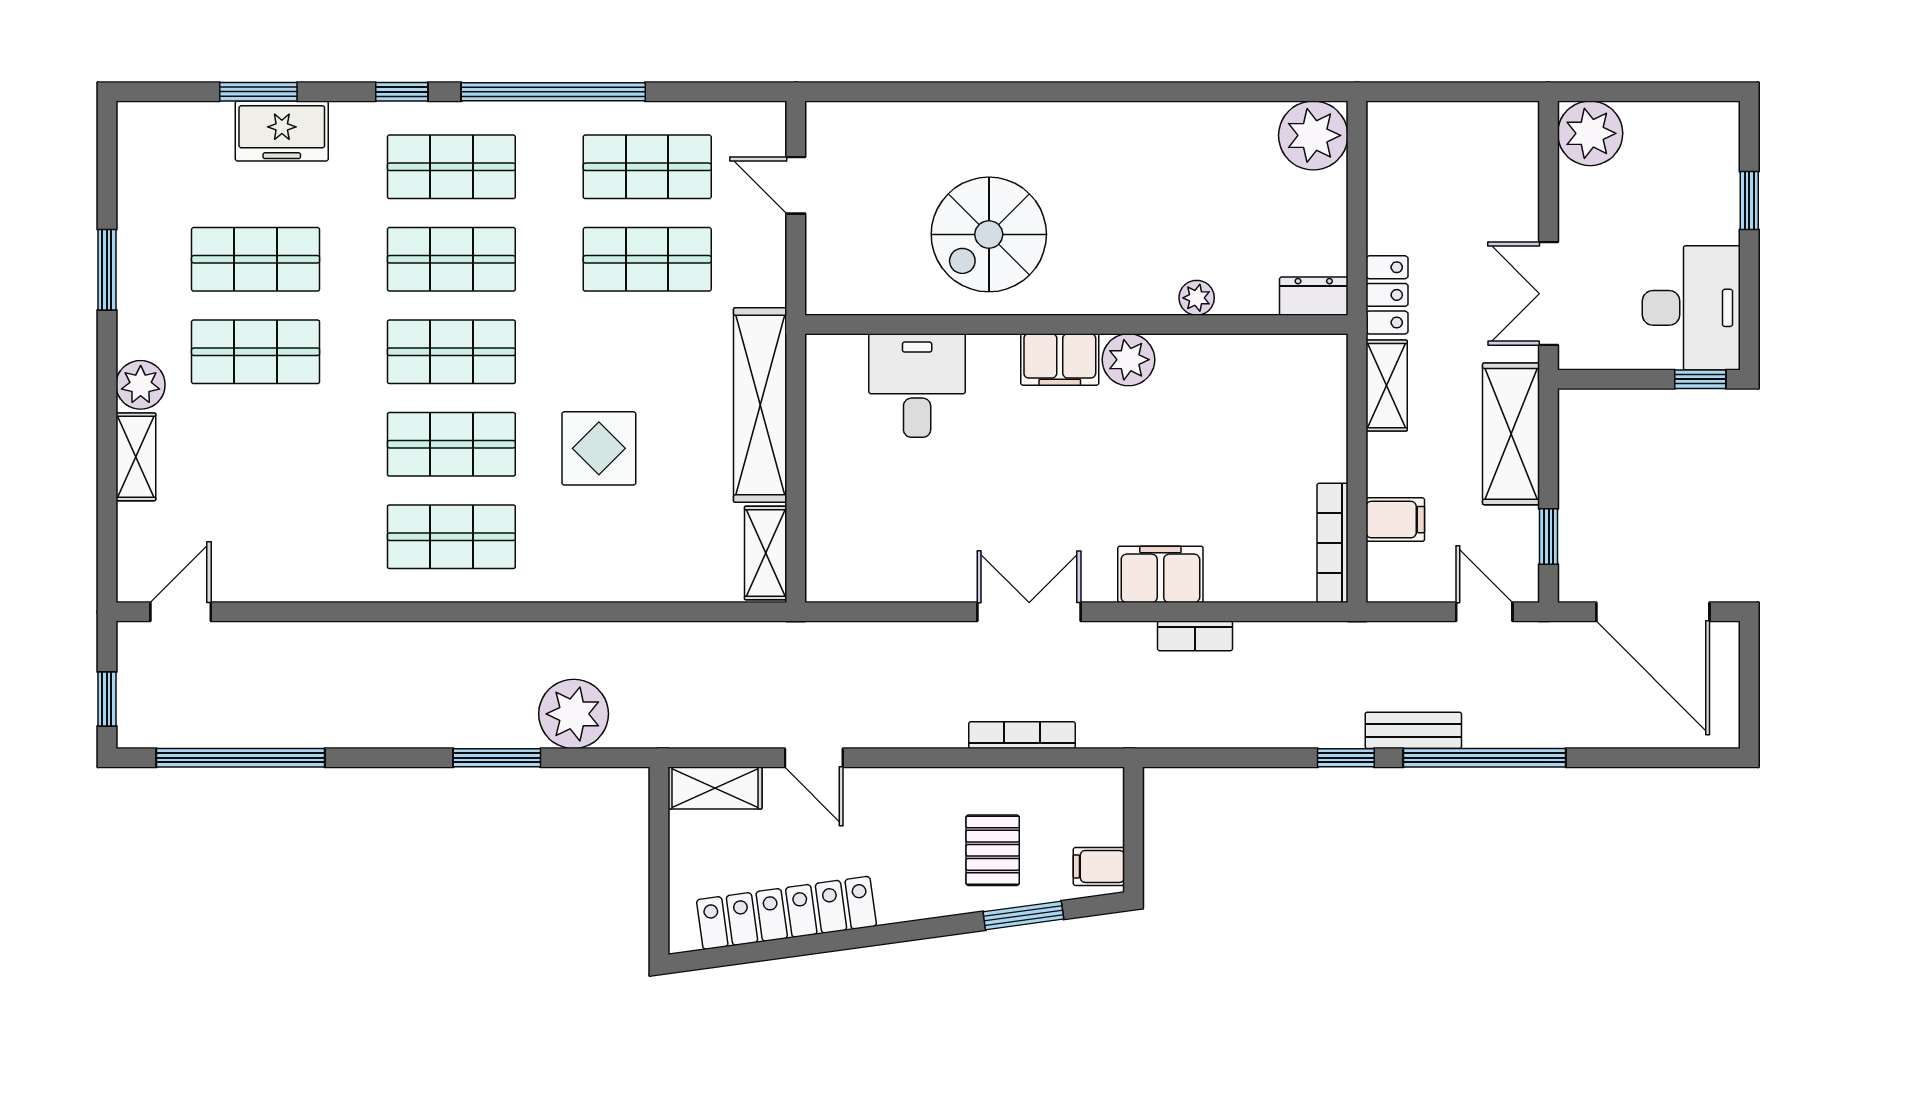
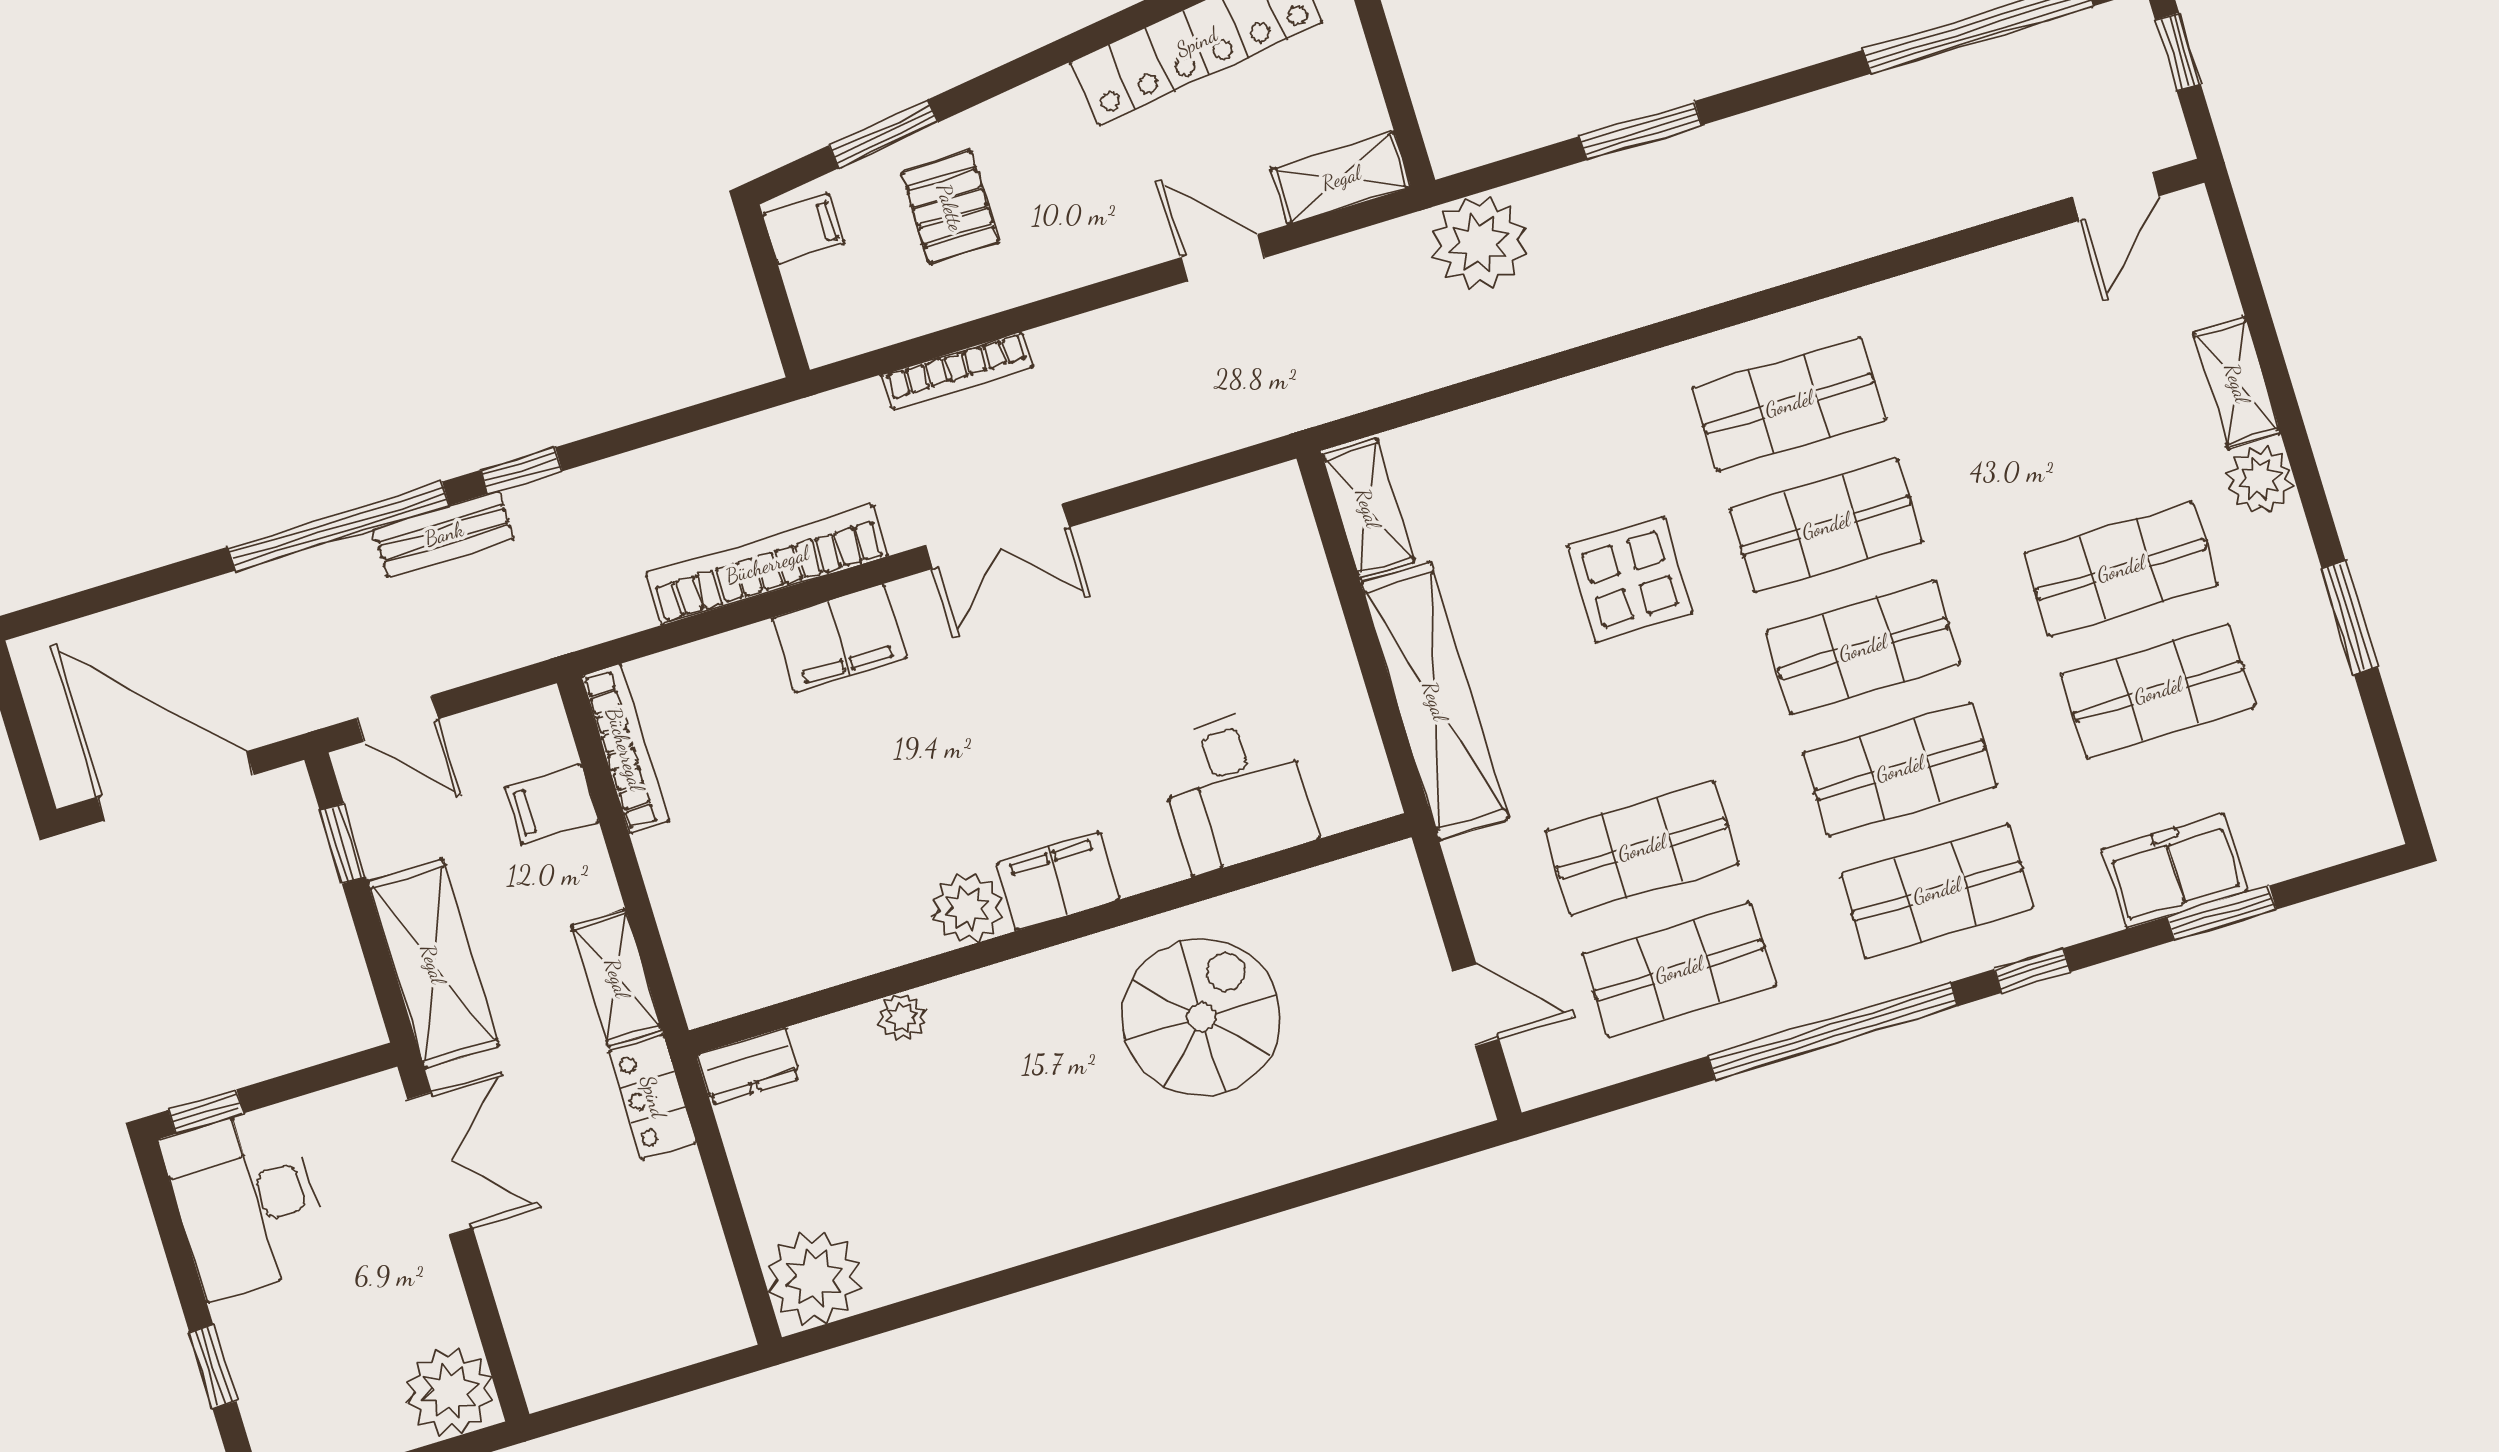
bookcase: (1195, 636) -> (767, 565), width x2.31, depth x1.31
plant: (574, 714) -> (1479, 243), moved

